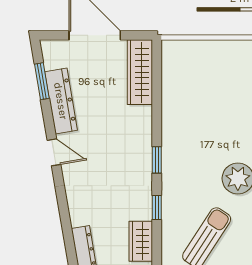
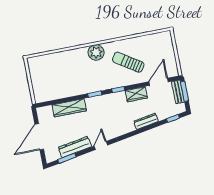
wardrobe: (140, 72) -> (69, 108), moved

